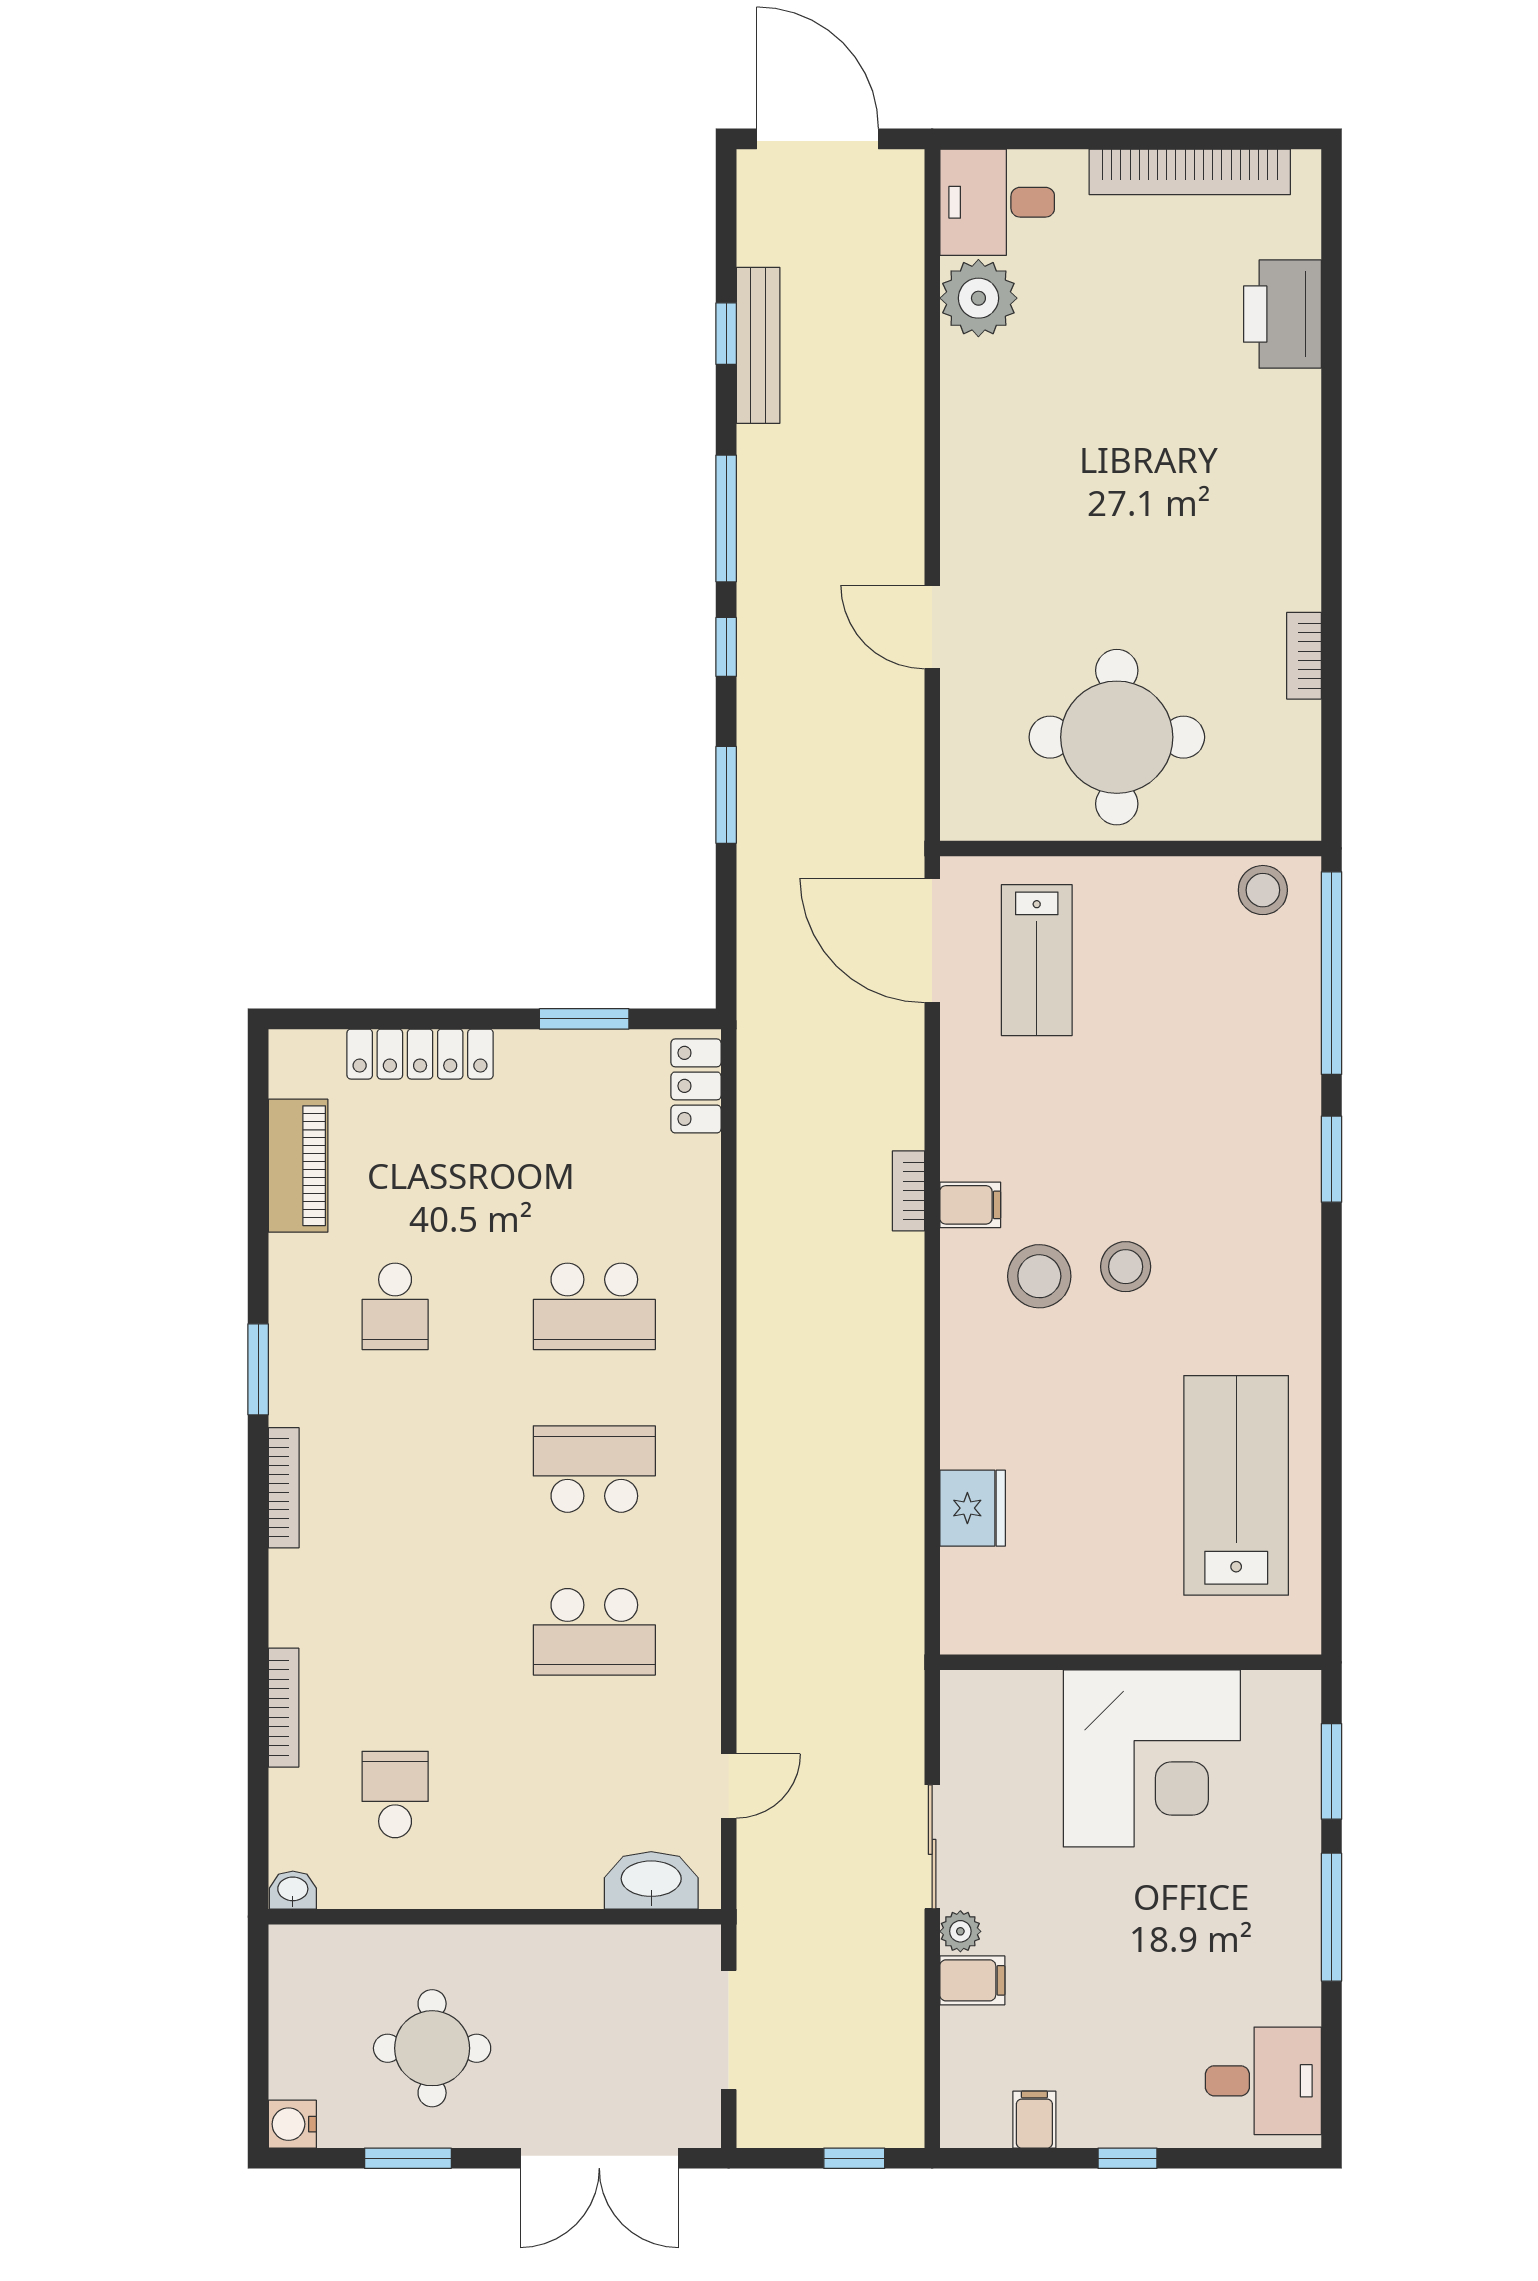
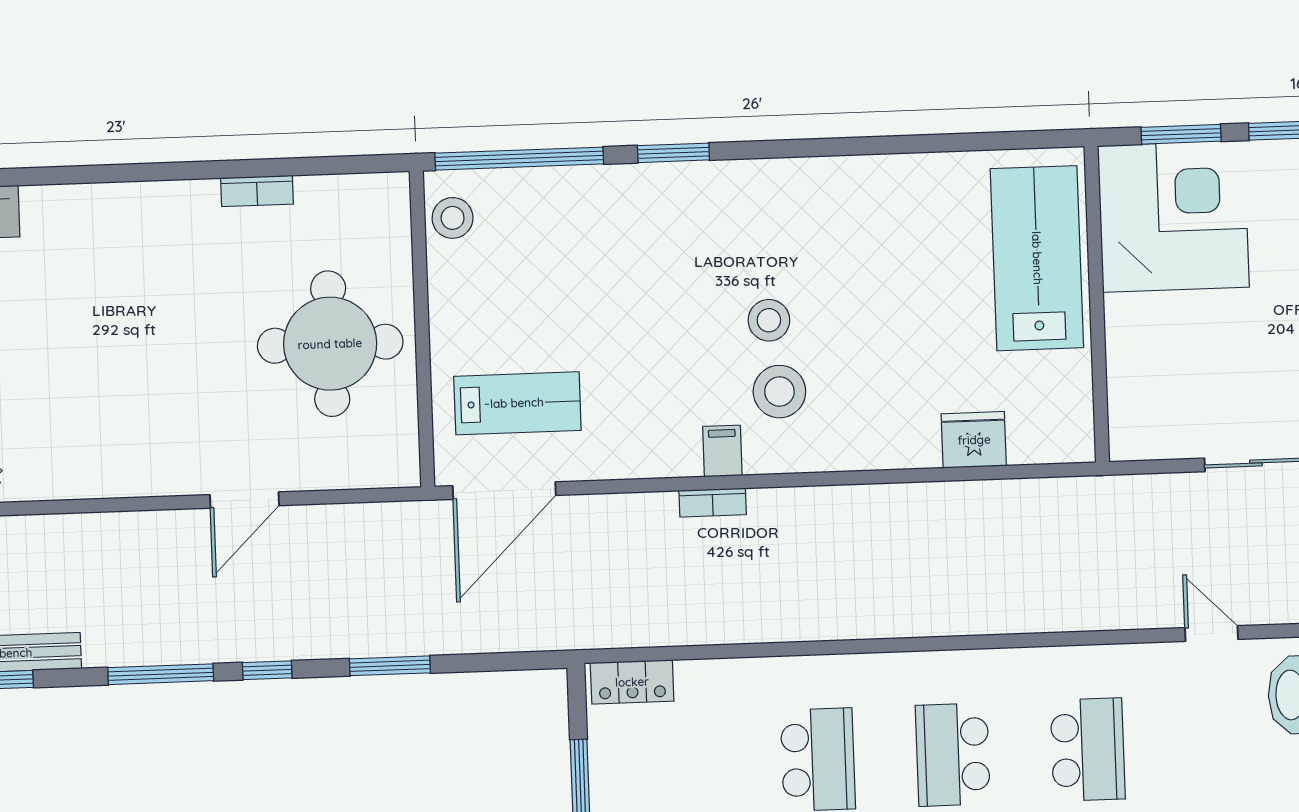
lab bench: (1236, 1485) -> (1037, 258), moved, turned 90
corner desk: (1152, 1758) -> (1173, 216), moved

